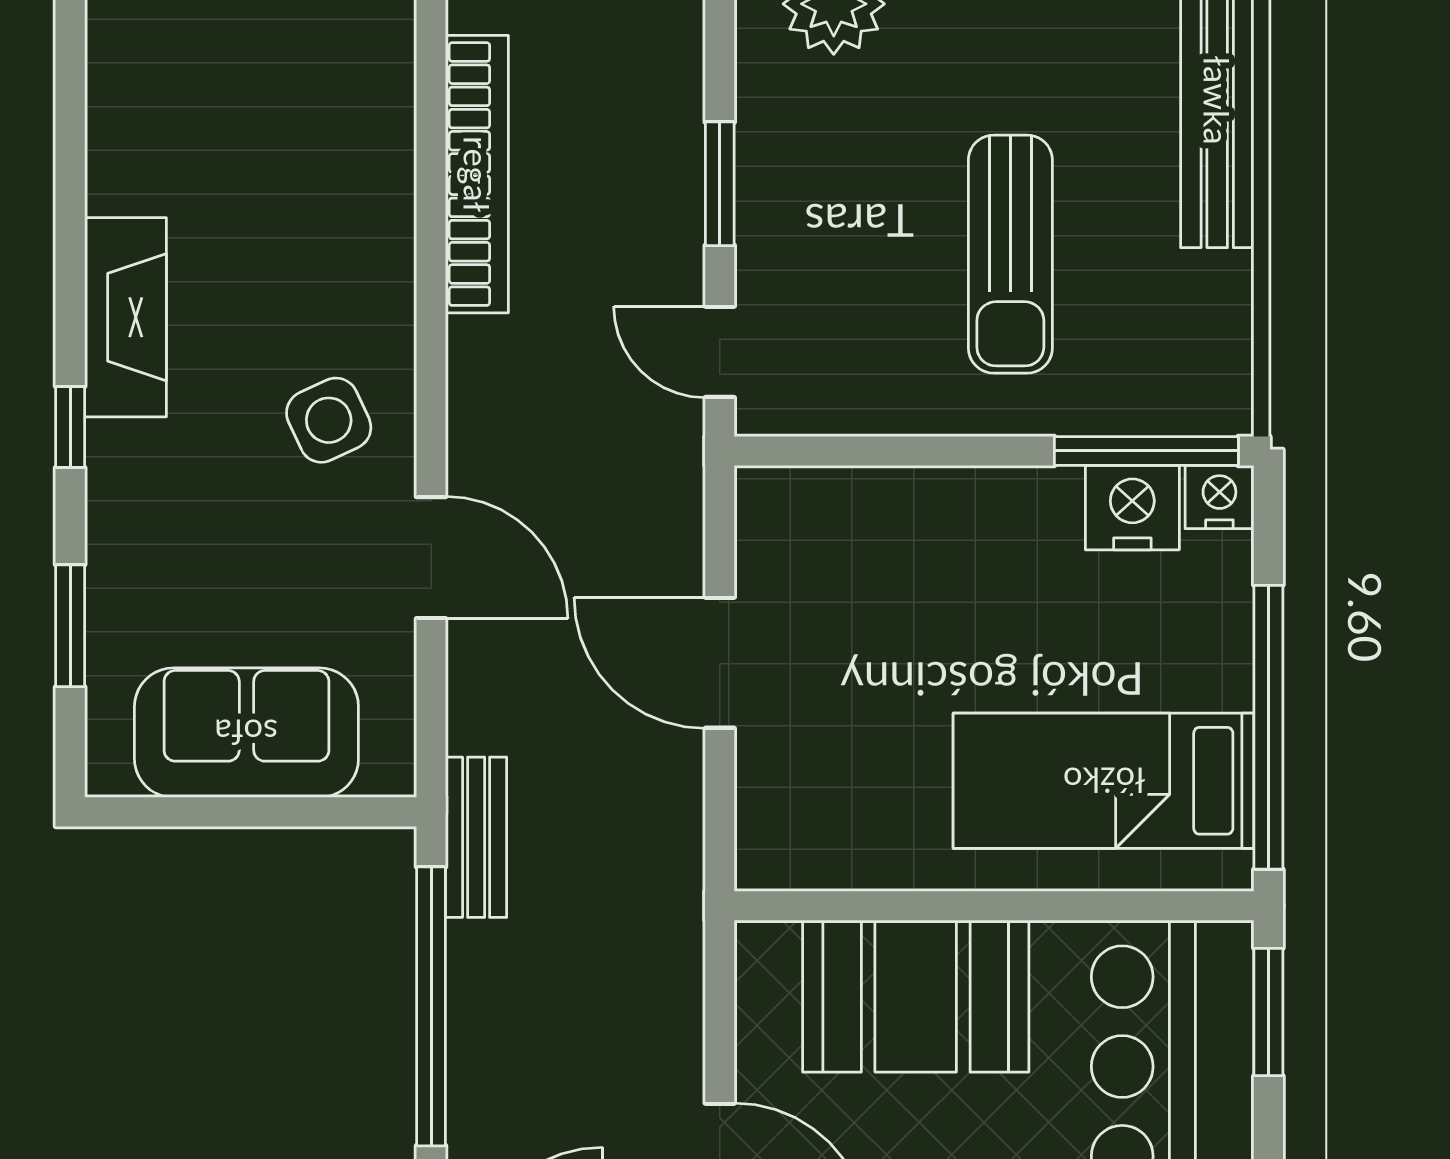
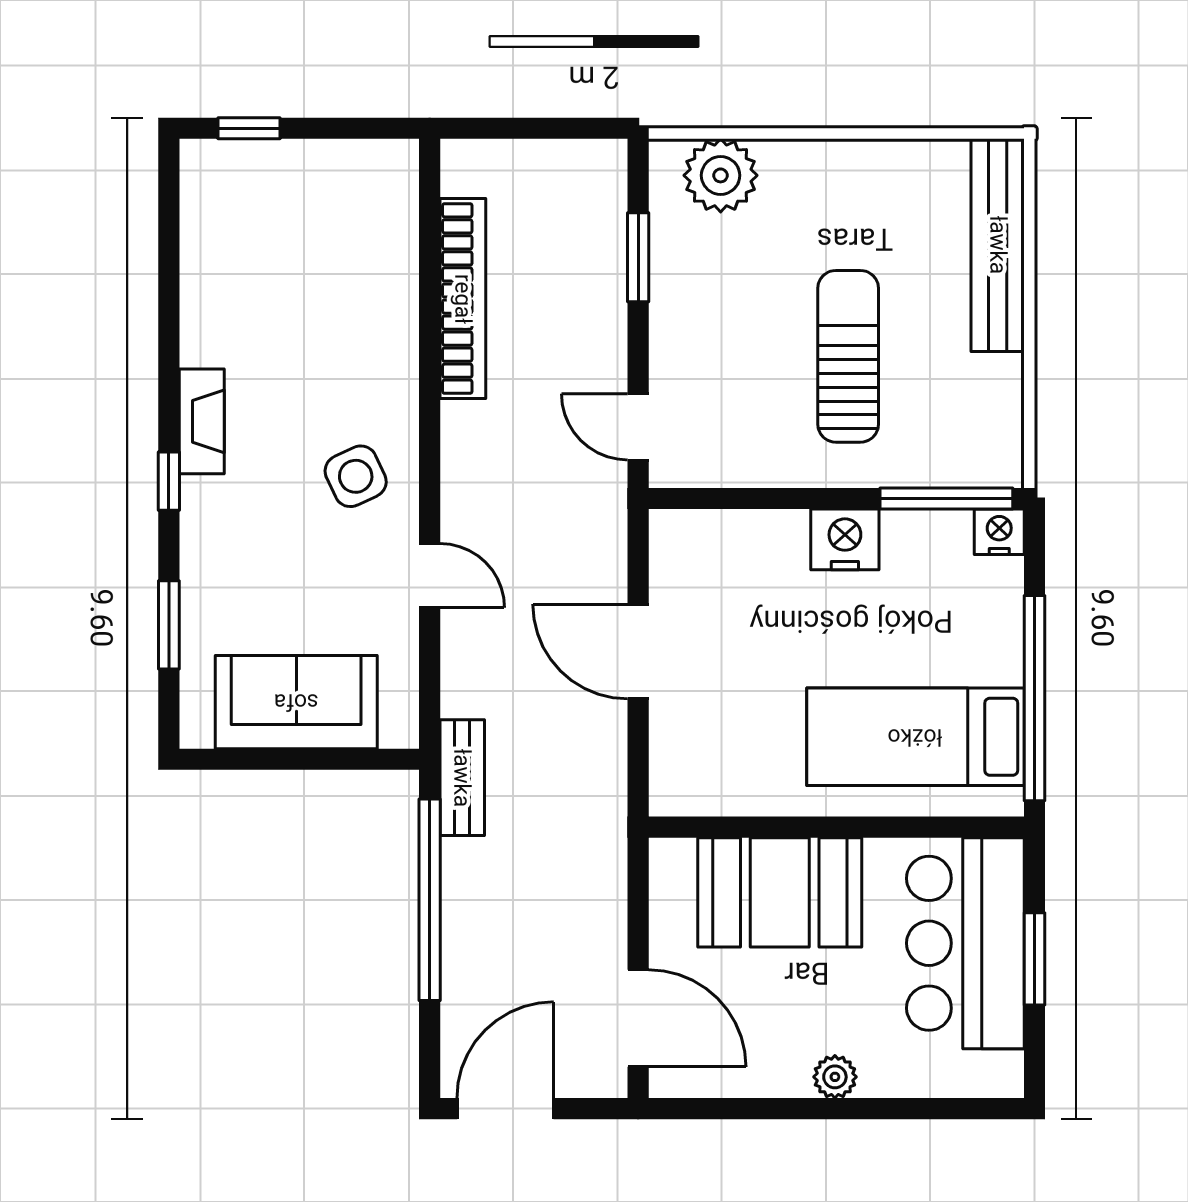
window: (720, 184) -> (638, 257), moved
sun lounger: (1010, 254) -> (848, 356), turned 180
fireplace: (126, 317) -> (202, 421), width x0.73, depth x0.76
nightstand: (1132, 508) -> (845, 539), moved
door: (431, 558) -> (430, 576), width x0.73
window: (1268, 1012) -> (1034, 959), moved

